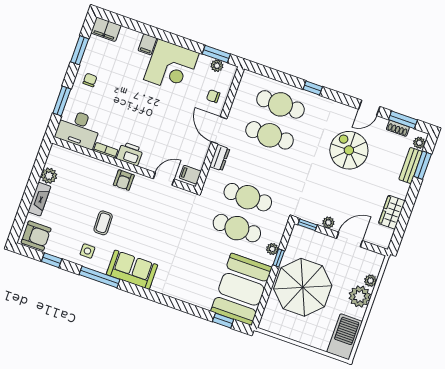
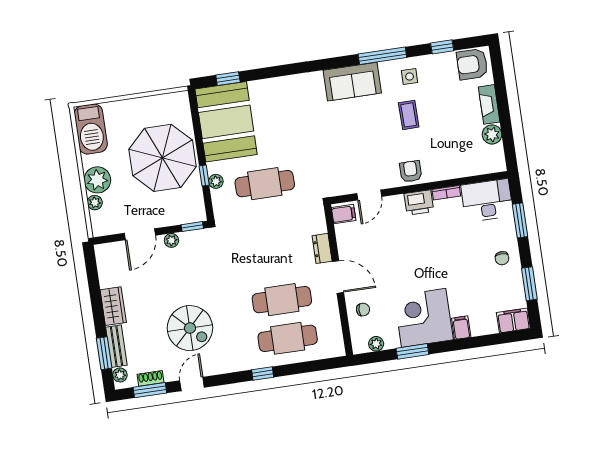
window: (216, 54) -> (412, 351), moved
cafe table: (248, 197) -> (270, 222), removed
wardrobe: (392, 212) -> (113, 306), moved

